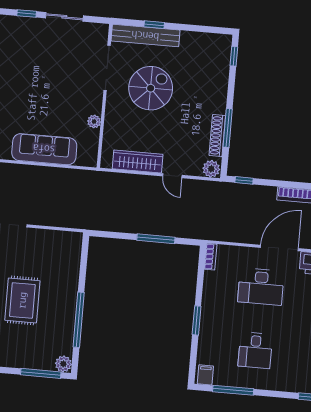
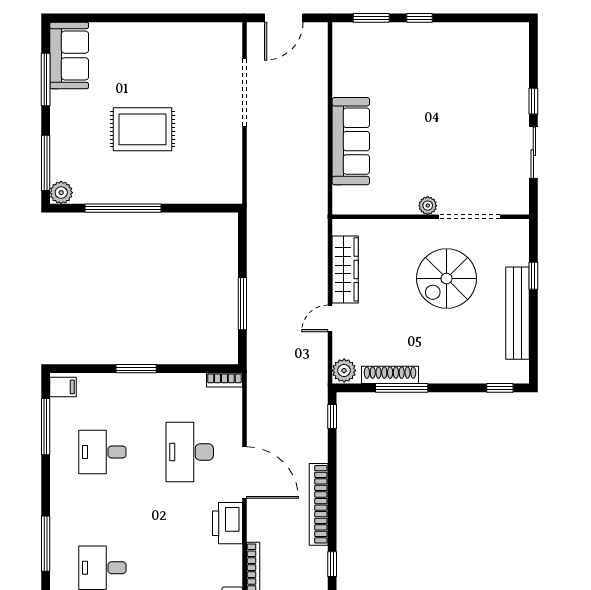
bench: (145, 36) -> (518, 313), moved
spiral stairs: (151, 88) -> (447, 278), turned 90
plant: (94, 121) -> (428, 206), moved

